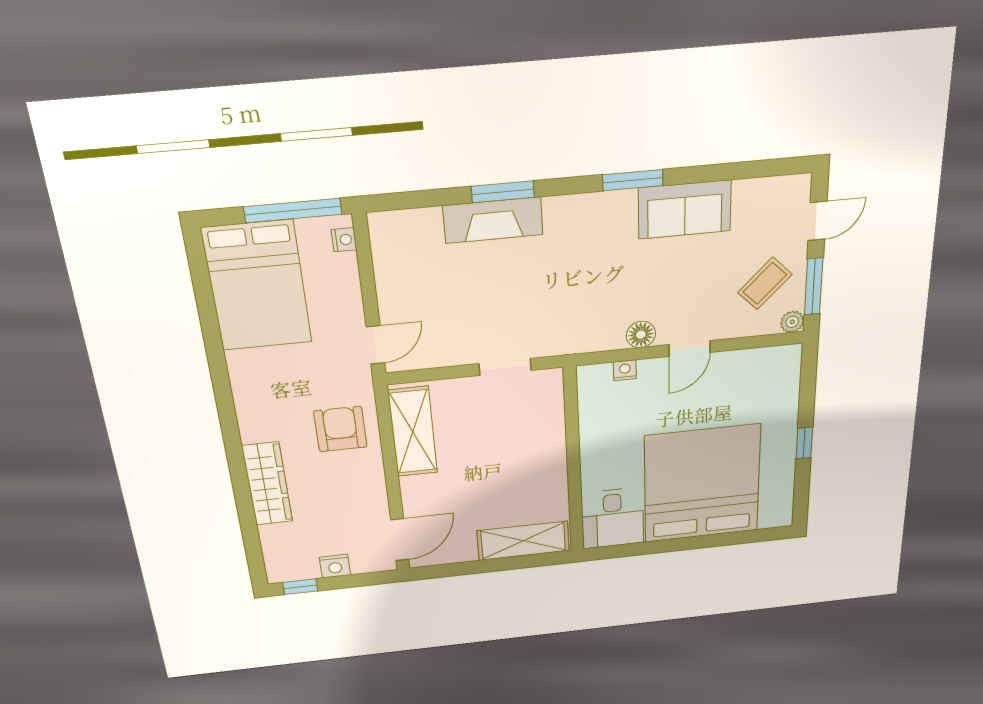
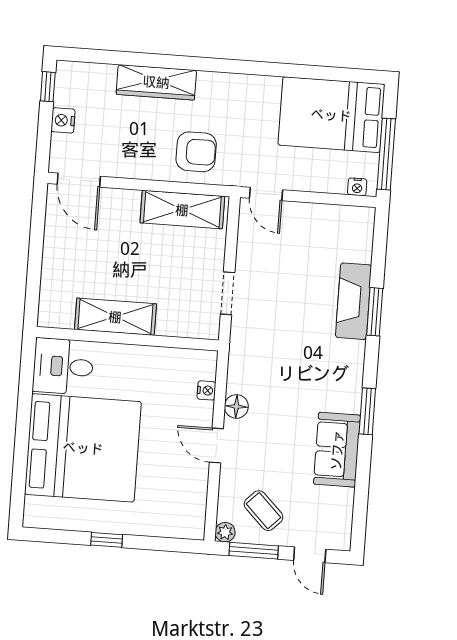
shelving: (523, 541) -> (115, 317), moved, turned 90

